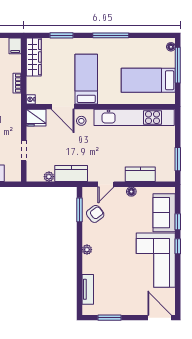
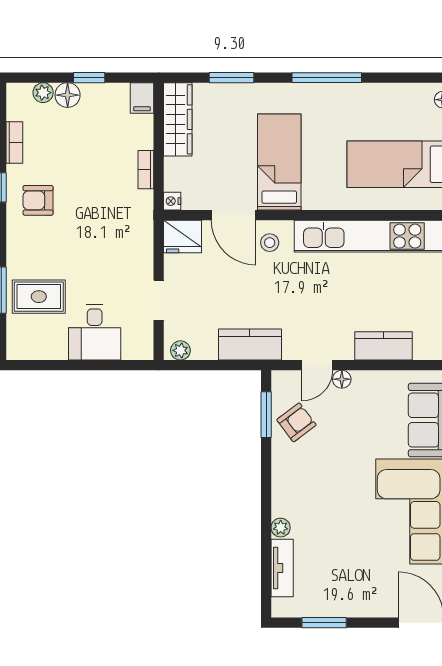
plant: (49, 177) -> (180, 350), moved
floor lamp: (131, 192) -> (342, 379), moved
plant: (87, 250) -> (281, 528), moved

